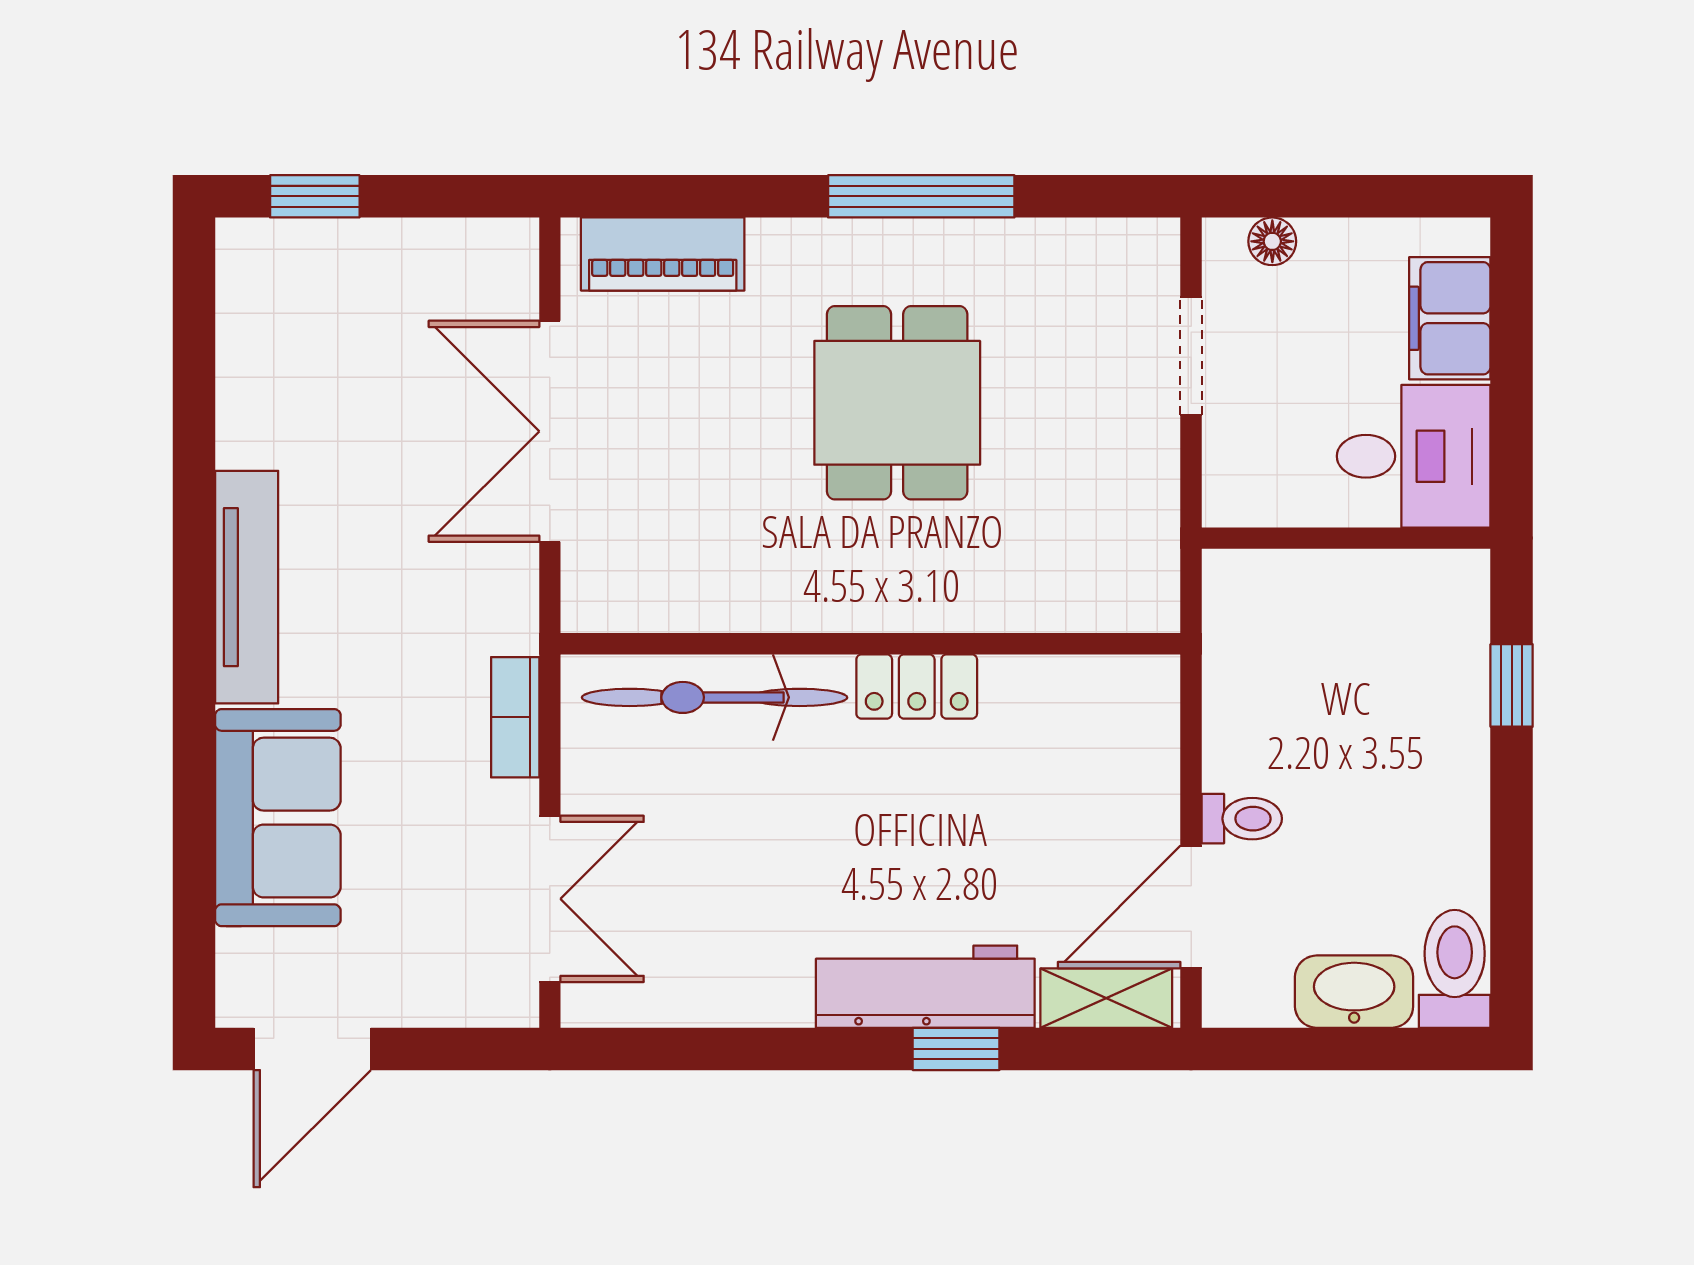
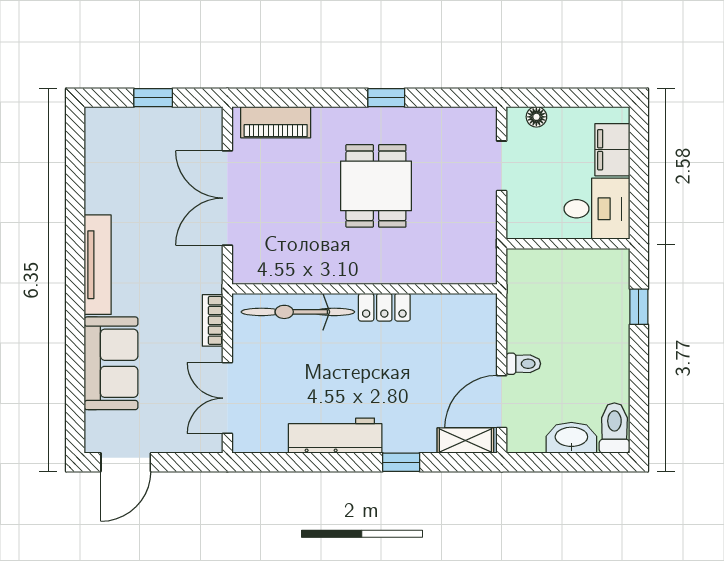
window: (315, 196) -> (153, 98), moved
window: (921, 196) -> (386, 98), width x0.46
double door: (550, 899) -> (227, 398), swing flipped
workbench: (925, 987) -> (335, 436), moved

